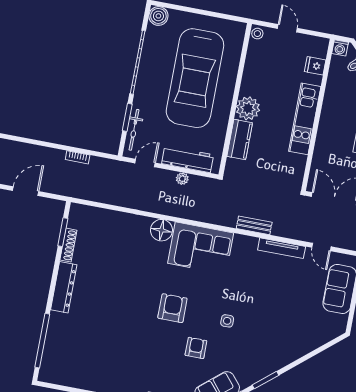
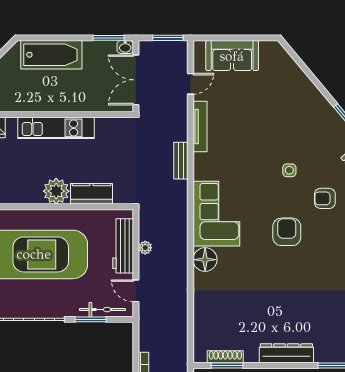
shoe rack: (68, 245) -> (225, 357), moved
armchair: (172, 308) -> (287, 232), turned 90

